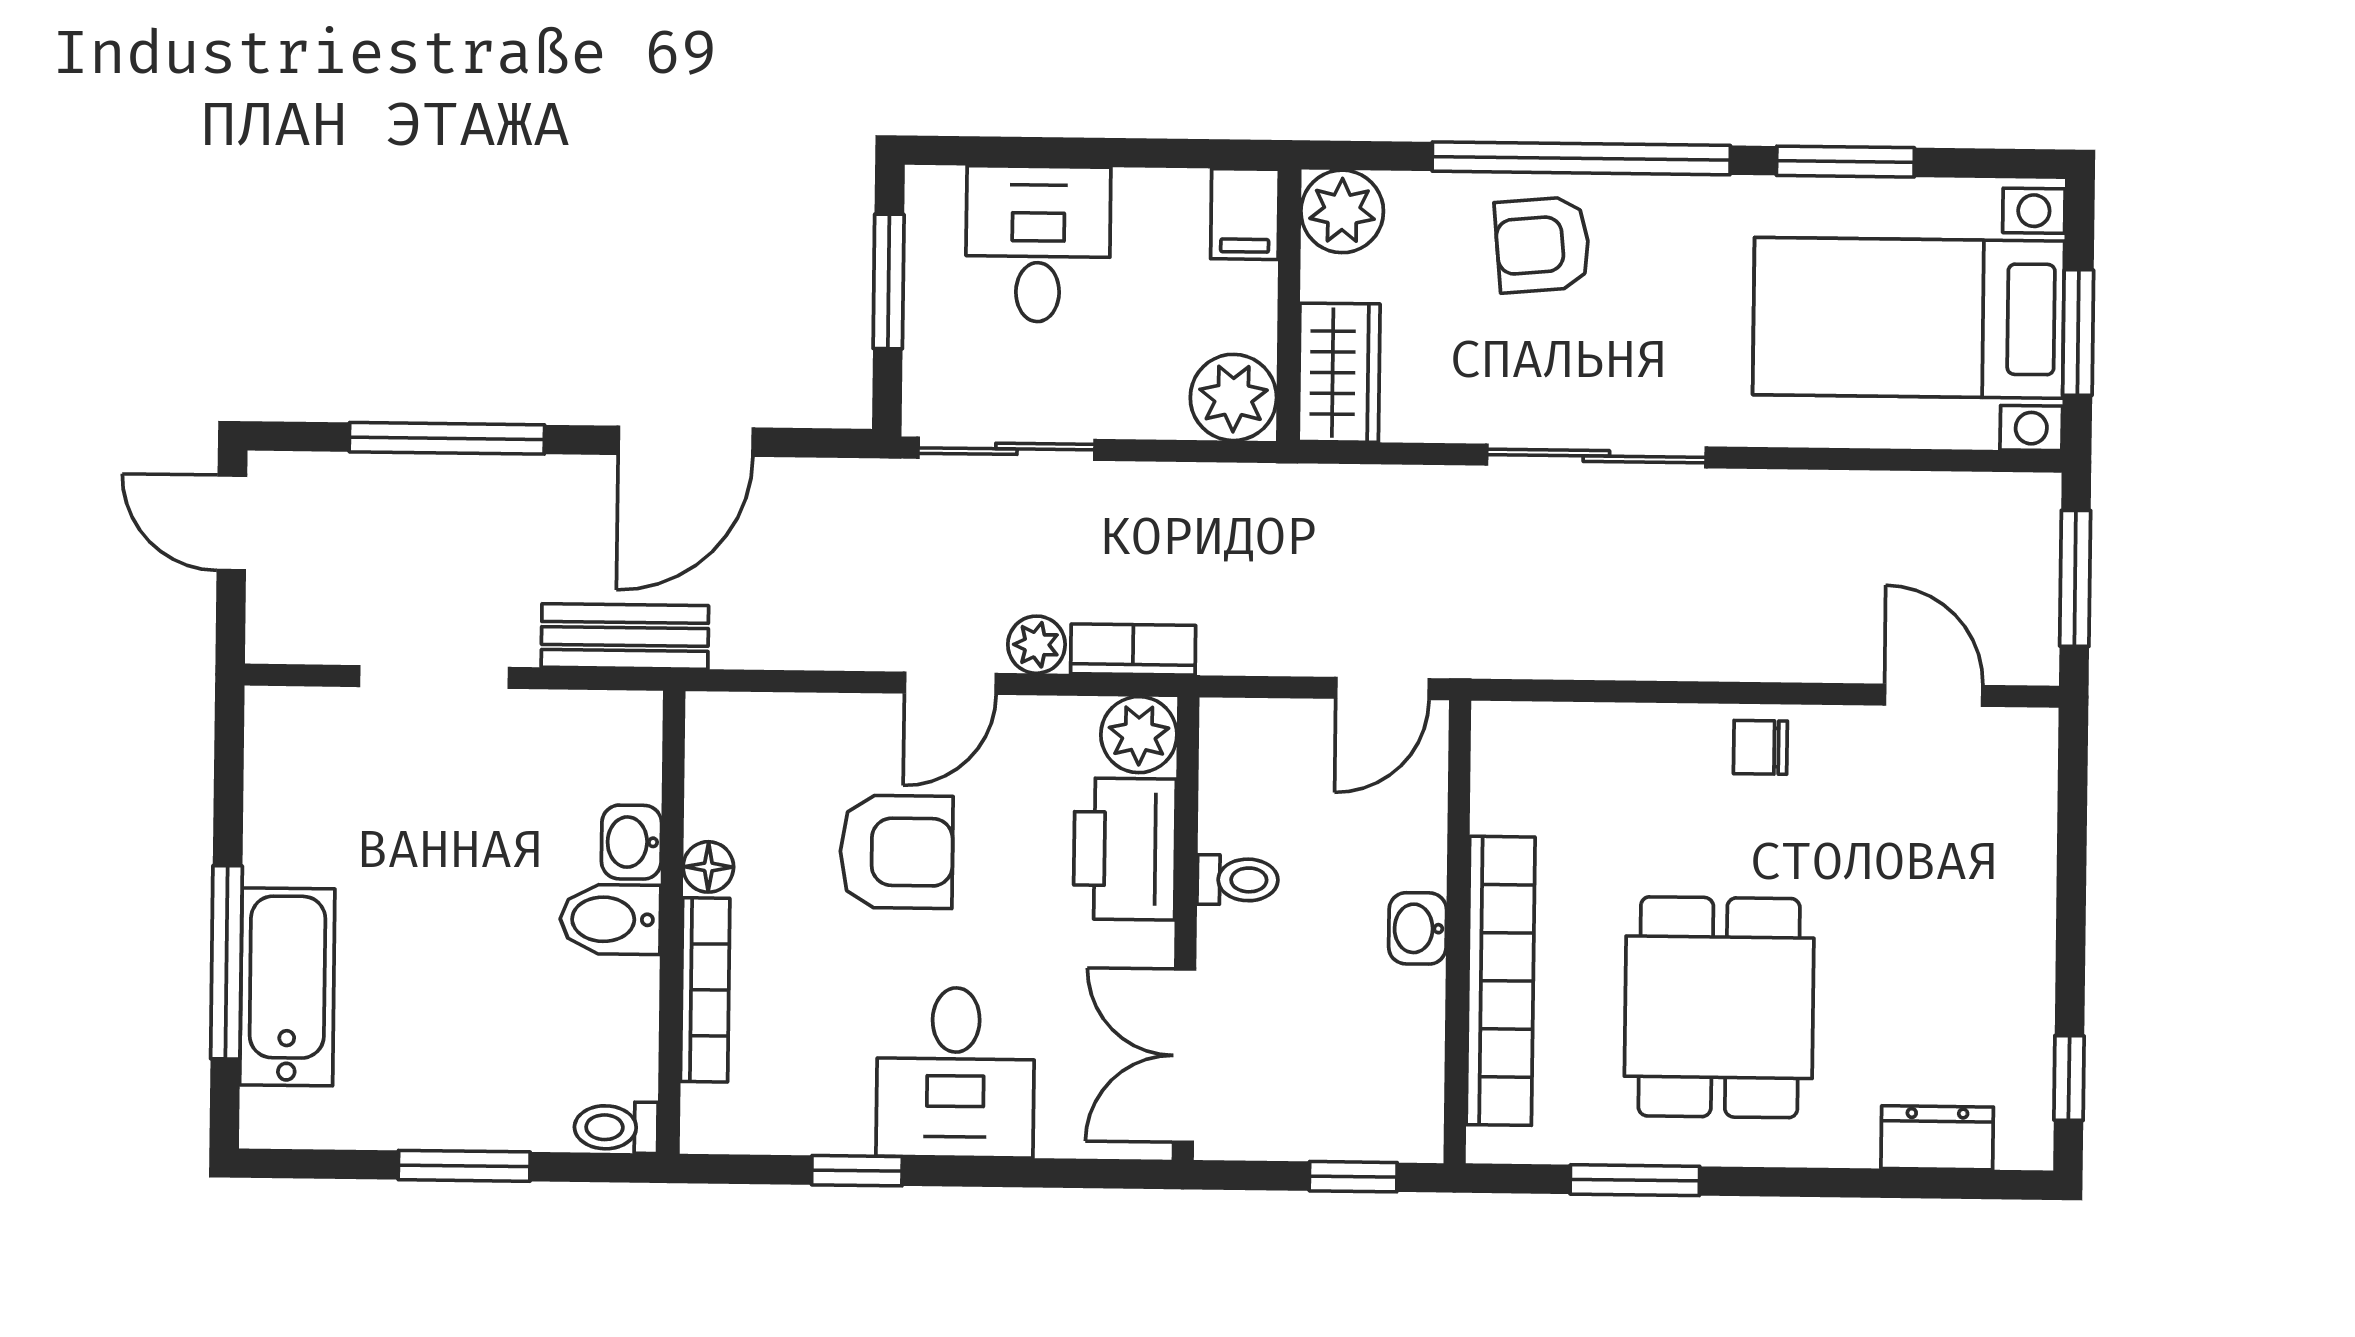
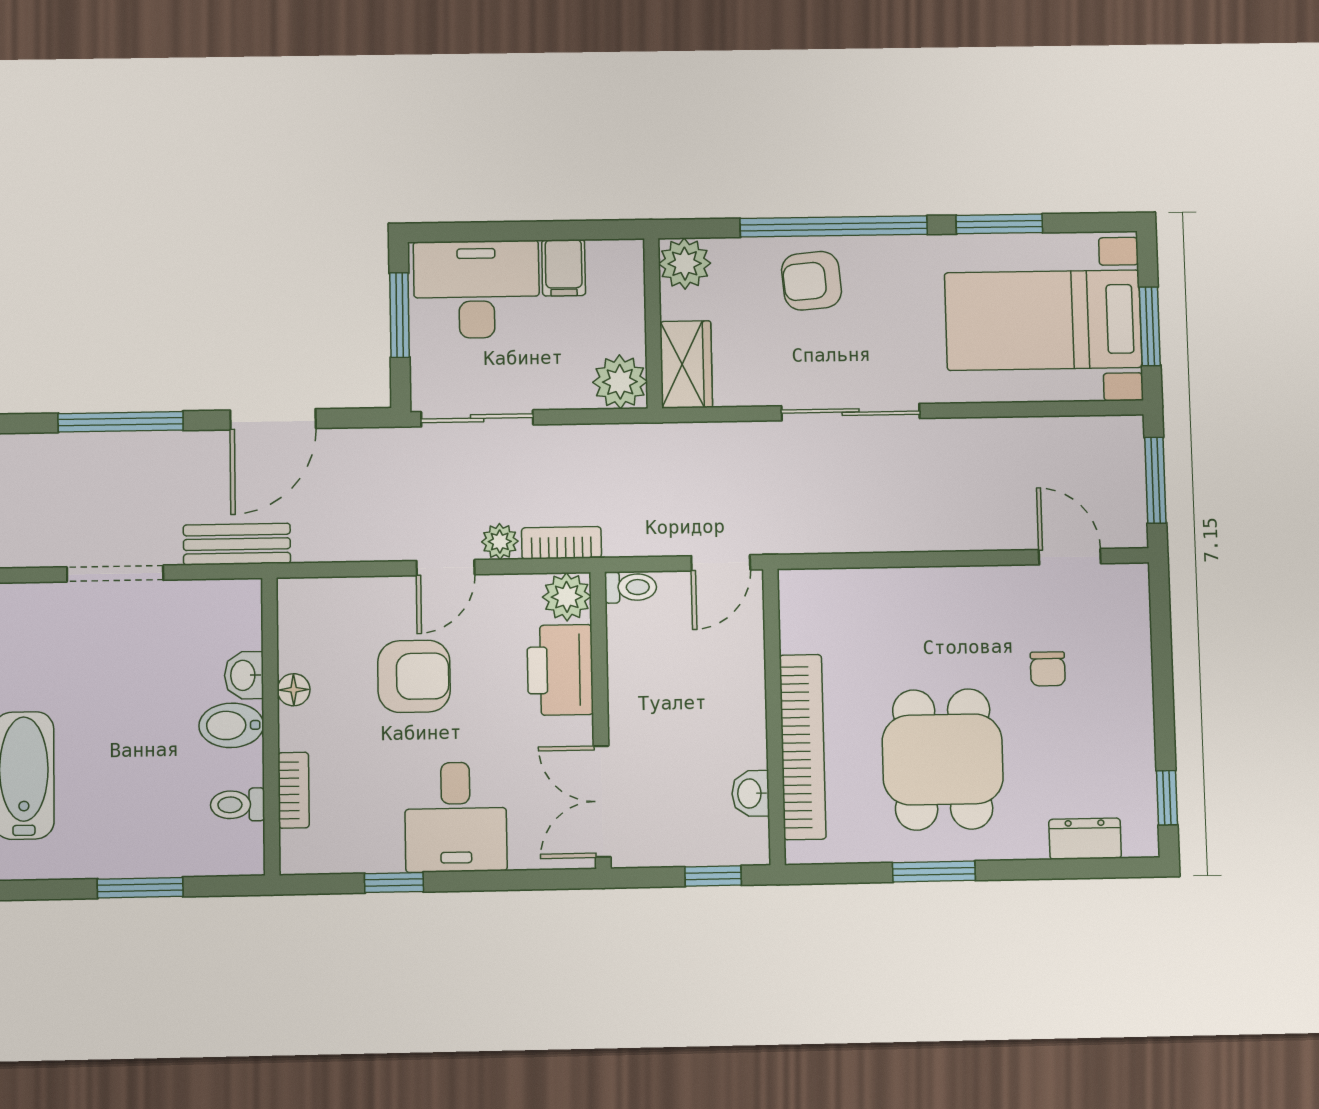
filing cabinet: (1245, 214) -> (564, 268), moved
desk: (1038, 244) -> (476, 289), width x1.37
chair: (1760, 747) -> (1048, 669), moved, turned -90
toilet: (1238, 880) -> (631, 587), moved
washbasin: (1418, 928) -> (750, 793), moved
bookcase: (705, 990) -> (294, 790), width x0.64
toilet: (616, 1127) -> (237, 805), moved
window: (1635, 1180) -> (934, 872), moved

